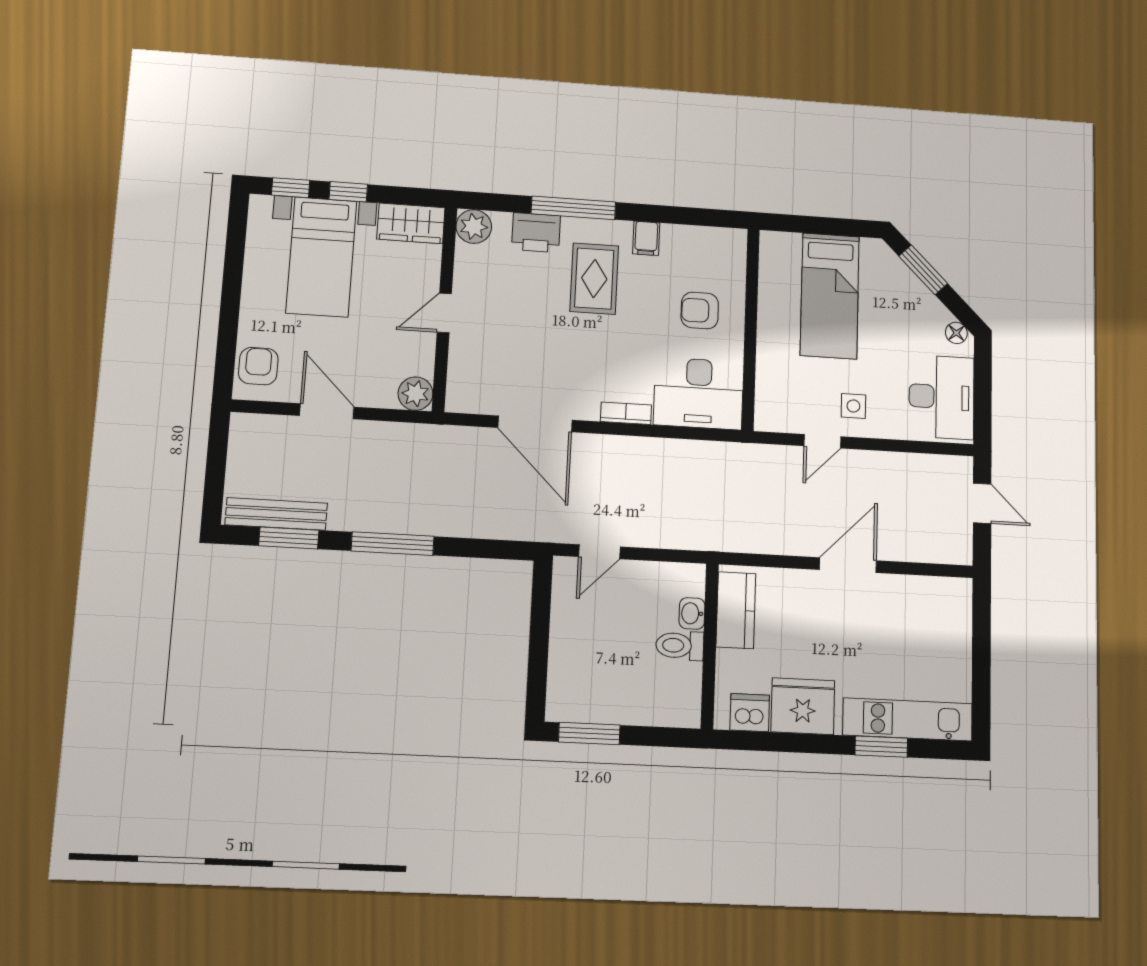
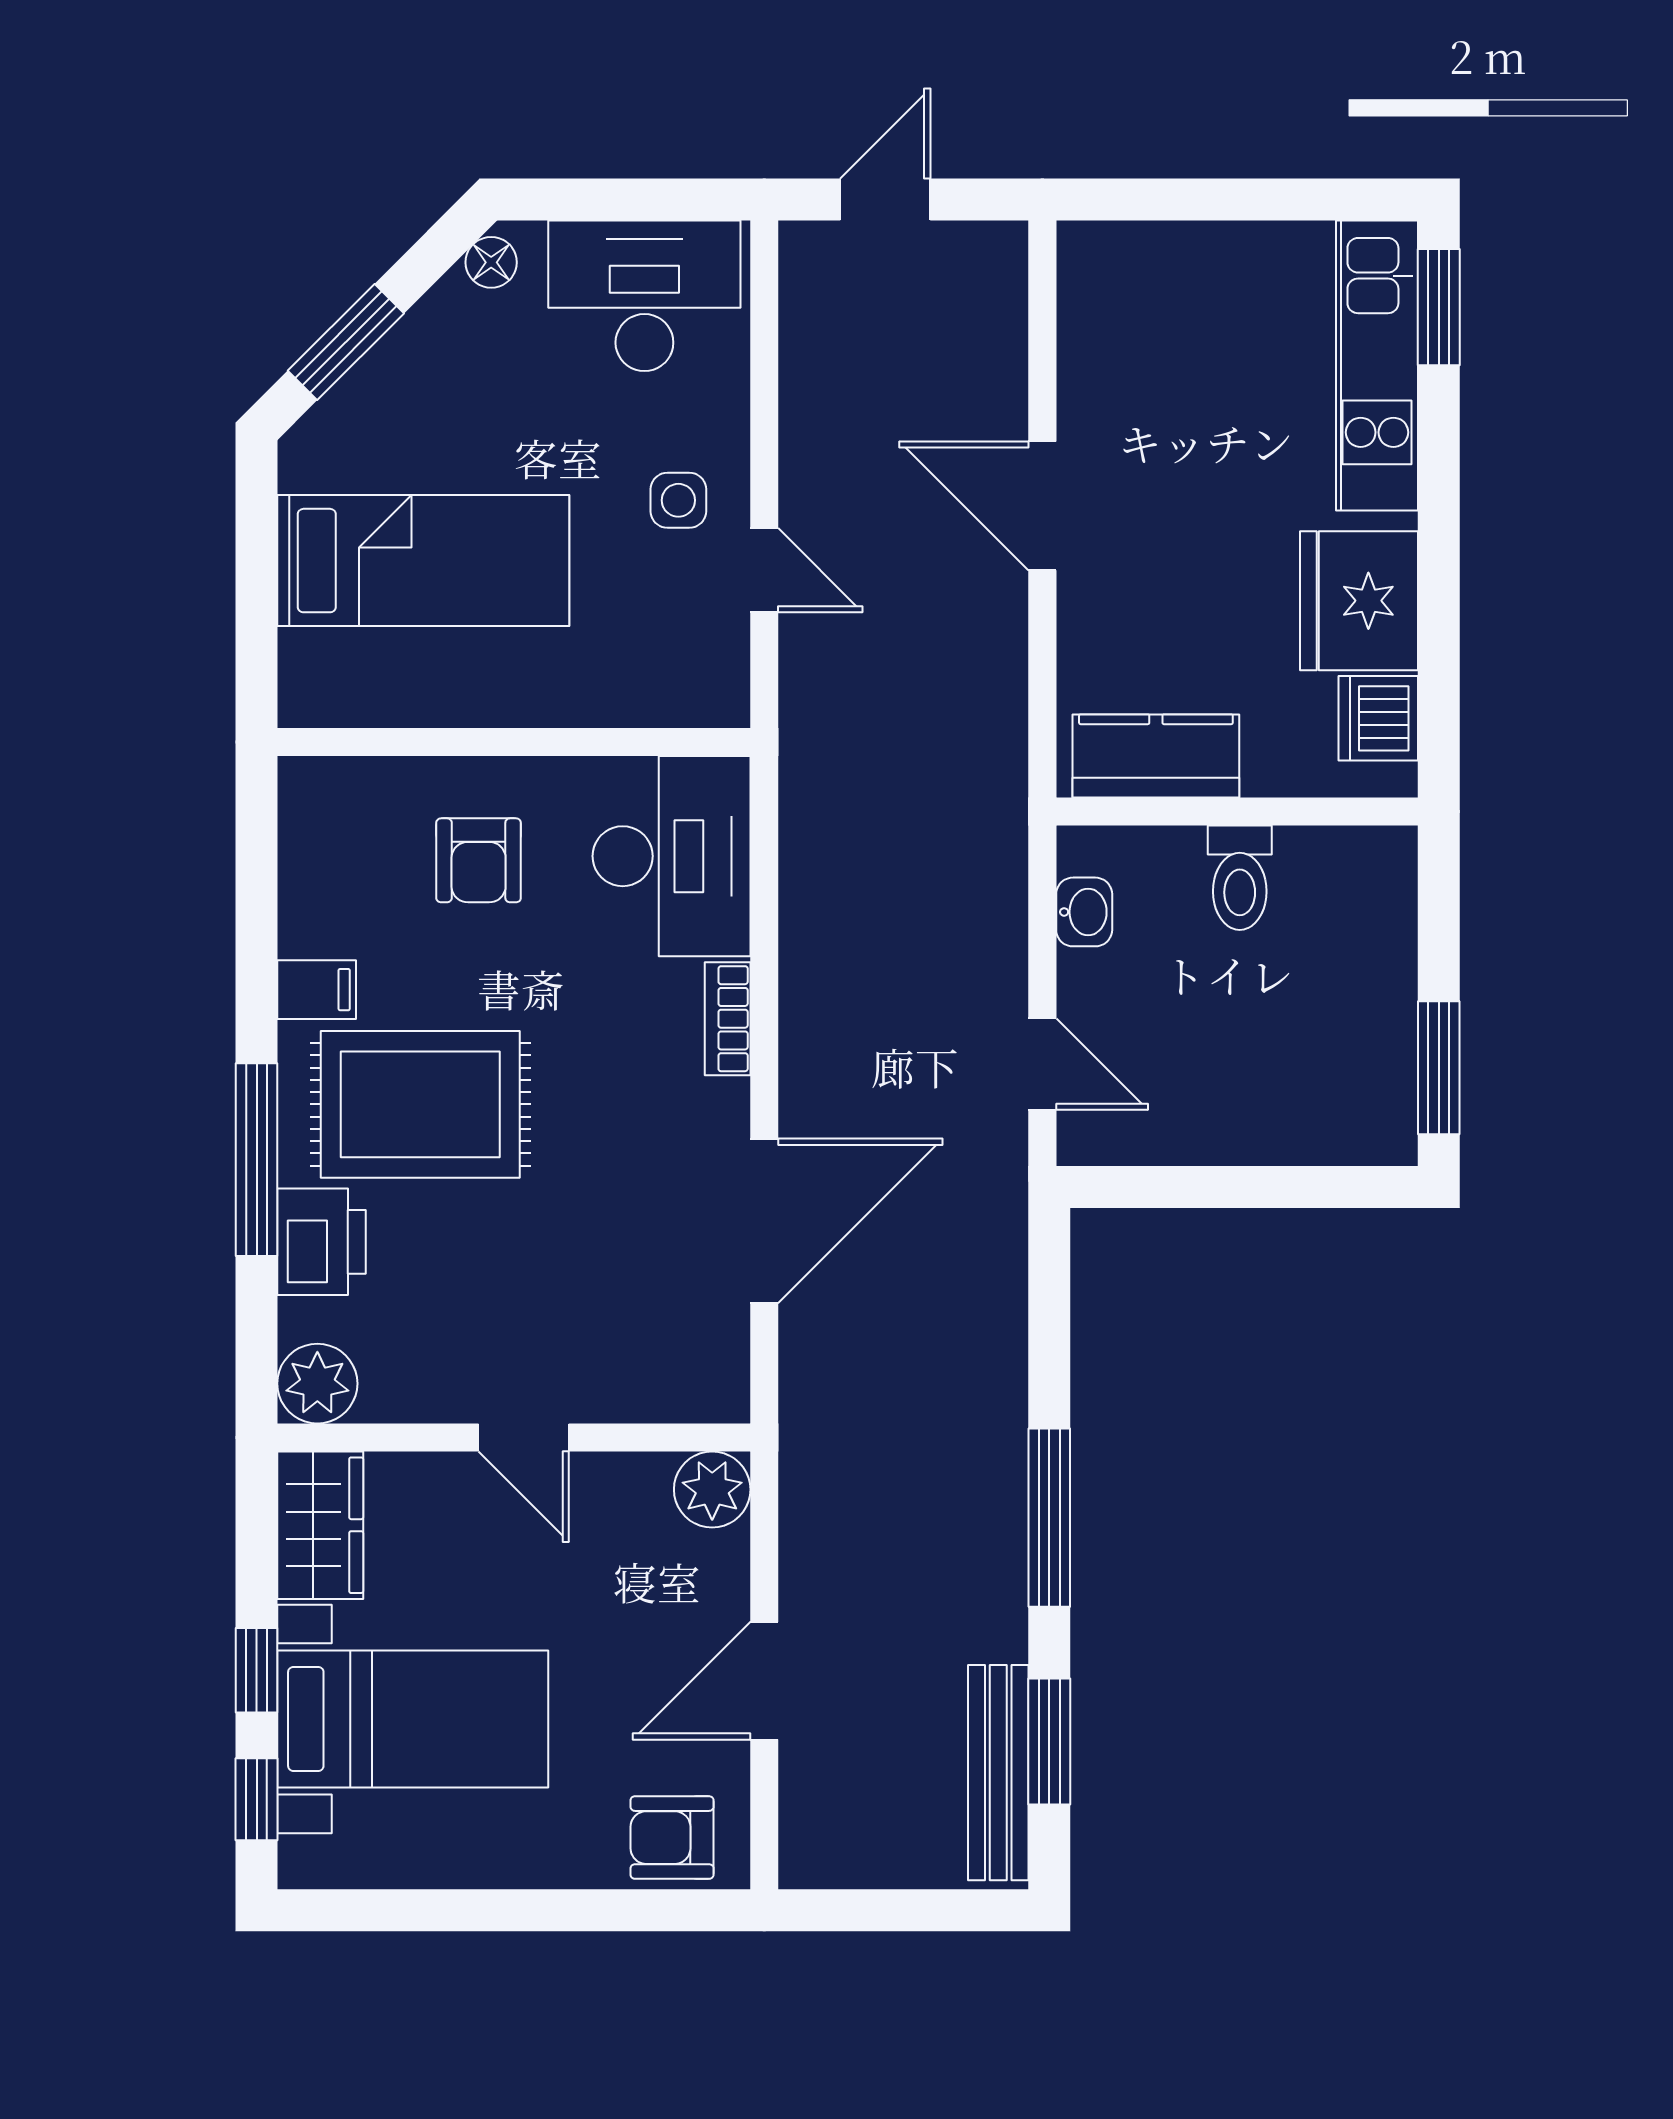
rug: (594, 279) -> (420, 1104), width x1.36, depth x1.43
washbasin: (692, 613) -> (1084, 912), moved, turned -90
window: (881, 747) -> (1439, 307), moved

